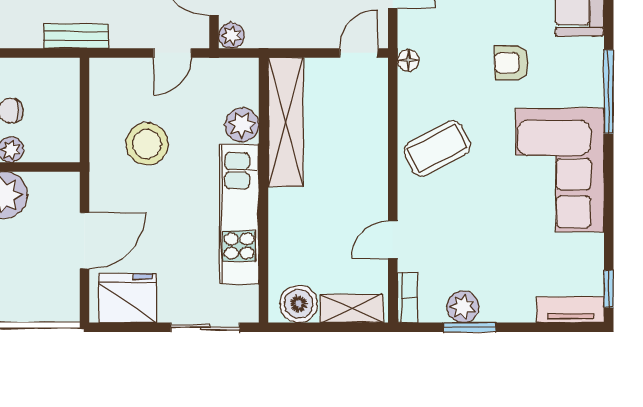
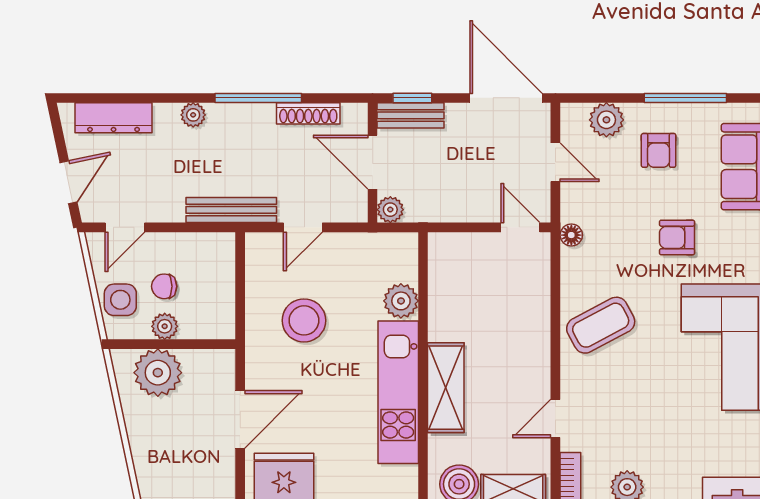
bench: (76, 36) -> (231, 210), width x1.36
door: (172, 53) -> (303, 227), moved
door: (359, 53) -> (520, 227), hinge flipped
shelving: (286, 122) -> (446, 388), moved, width x0.68

